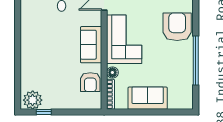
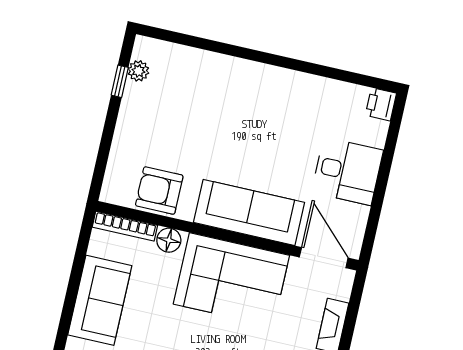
sofa: (91, 45) -> (249, 212), width x1.36
plant: (33, 100) -> (138, 71), width x0.53, depth x0.53

